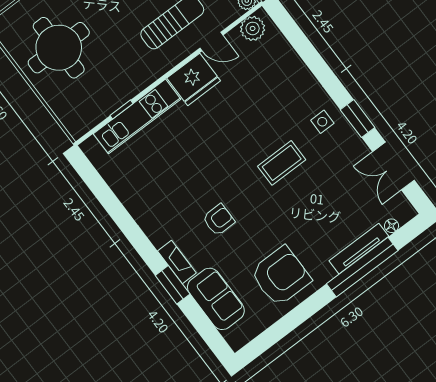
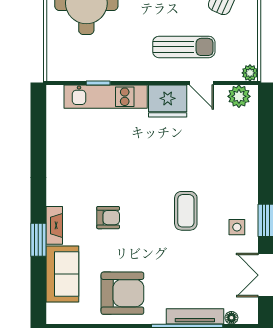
side table: (322, 122) -> (237, 227), moved
coffee table: (282, 163) -> (186, 211), turned 90

